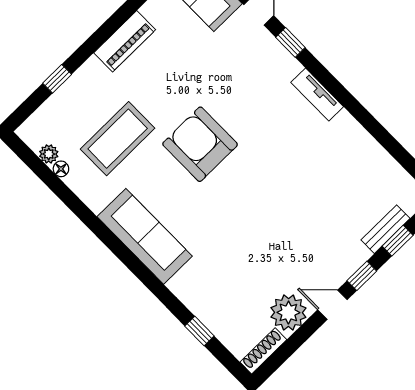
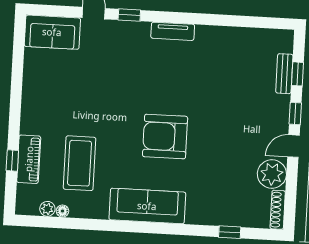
piano: (125, 41) -> (29, 159), moved
armchair: (200, 144) -> (165, 136), moved

